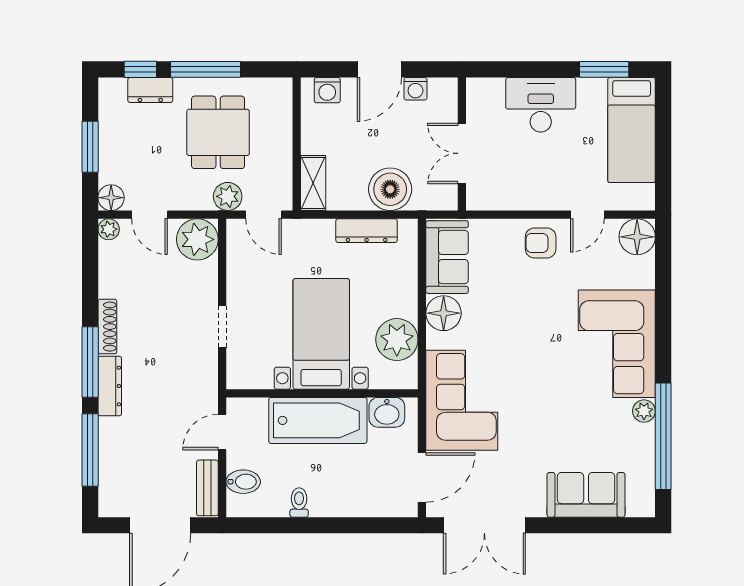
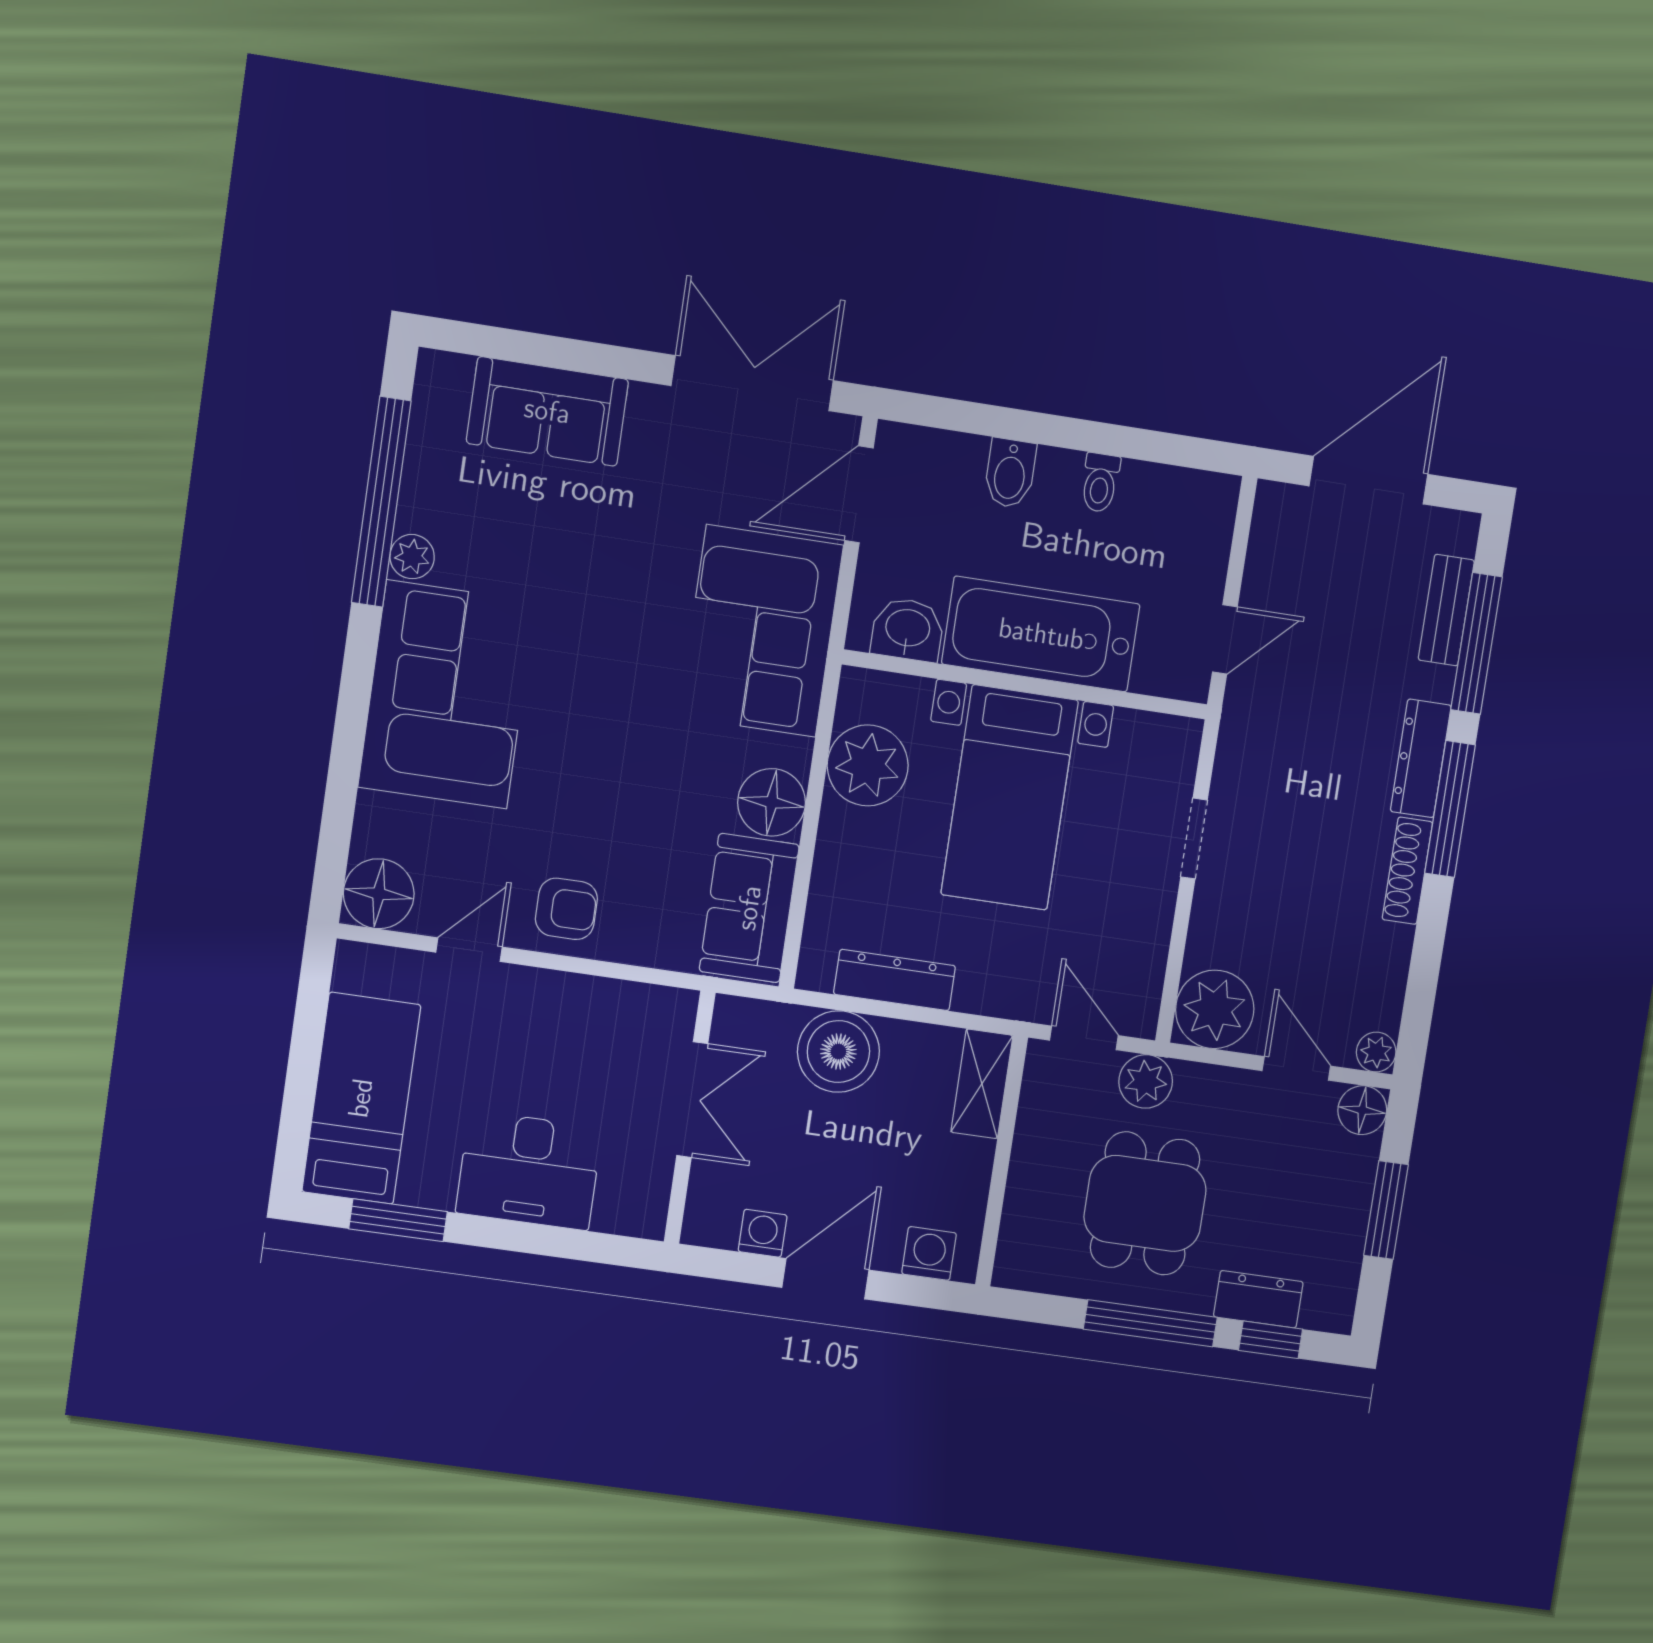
bidet: (243, 482) -> (1010, 473), moved, turned -90
bench: (207, 488) -> (1446, 610), moved

